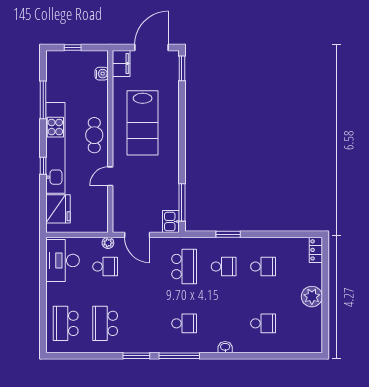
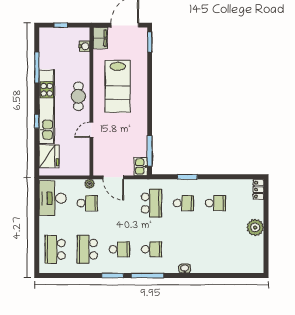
school desk: (263, 323) -> (119, 249), moved

